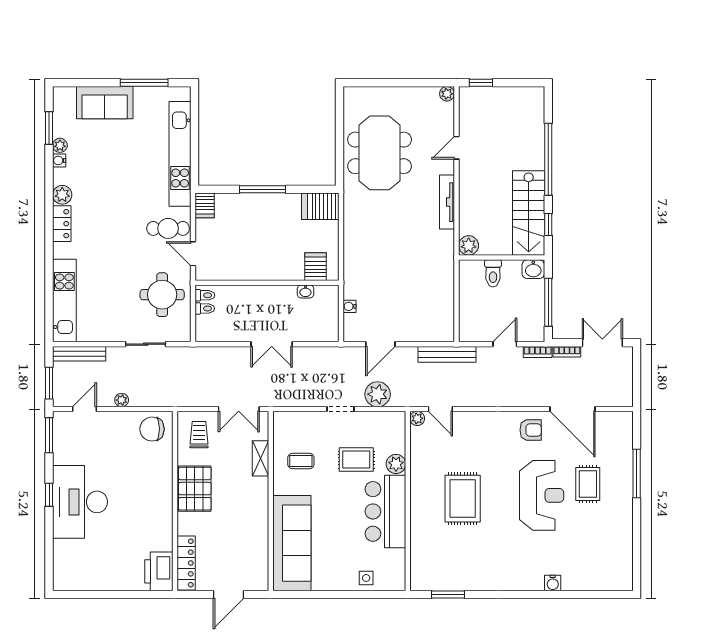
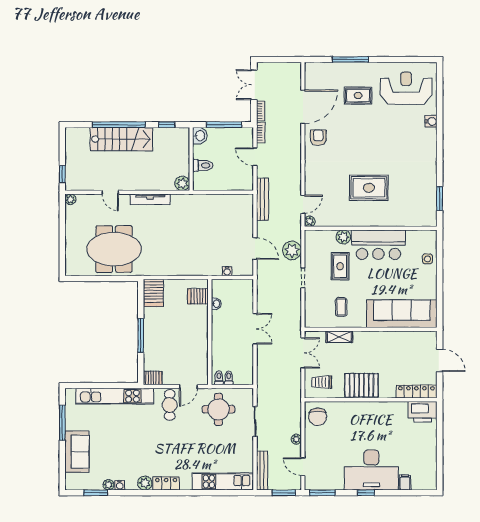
stairs: (529, 213) -> (121, 139), moved
reception desk: (542, 495) -> (406, 88), moved
filing cabinet: (63, 548) -> (405, 482), added

